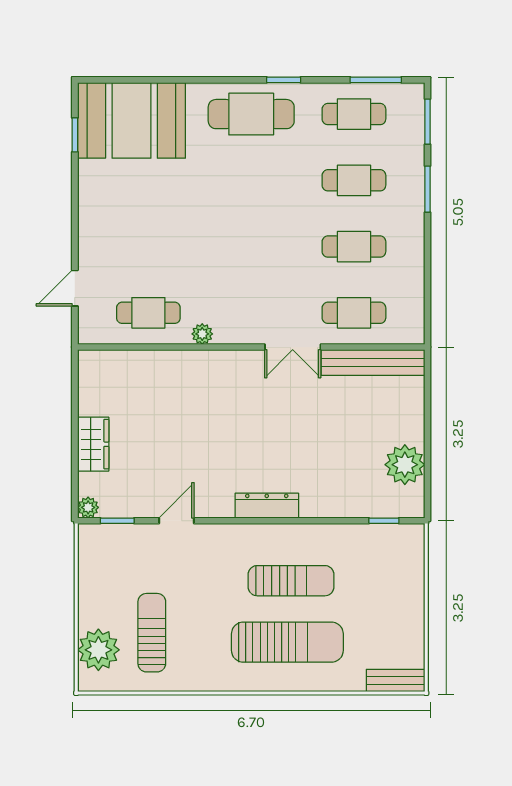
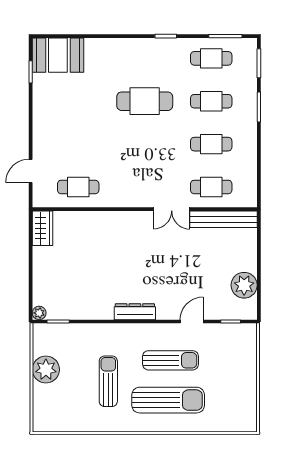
cafe table: (251, 114) -> (145, 101), moved
booth: (131, 120) -> (58, 55), width x0.73, depth x0.70
plant: (202, 334) -> (113, 201), removed
wardrobe: (93, 444) -> (42, 228), moved
dresser: (267, 506) -> (135, 312), moved
door: (176, 521) -> (192, 321), moved
sun lounger: (152, 633) -> (108, 381), moved
plant: (98, 650) -> (46, 370), moved
bench: (396, 681) -> (238, 425), removed

